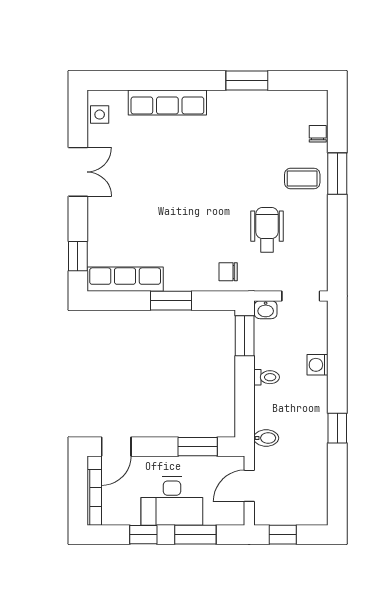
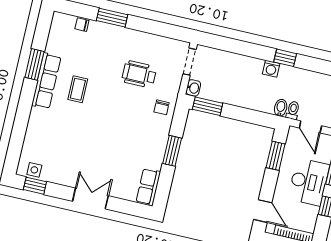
row of seats: (167, 102) -> (46, 81), moved
double door: (78, 172) -> (90, 199), moved
coffee table: (302, 179) -> (78, 89), moved
window: (78, 256) -> (35, 186), moved
row of seats: (125, 279) -> (148, 187), width x0.68
washing machine: (318, 365) -> (271, 69), moved
toilet: (267, 377) -> (293, 110), moved

